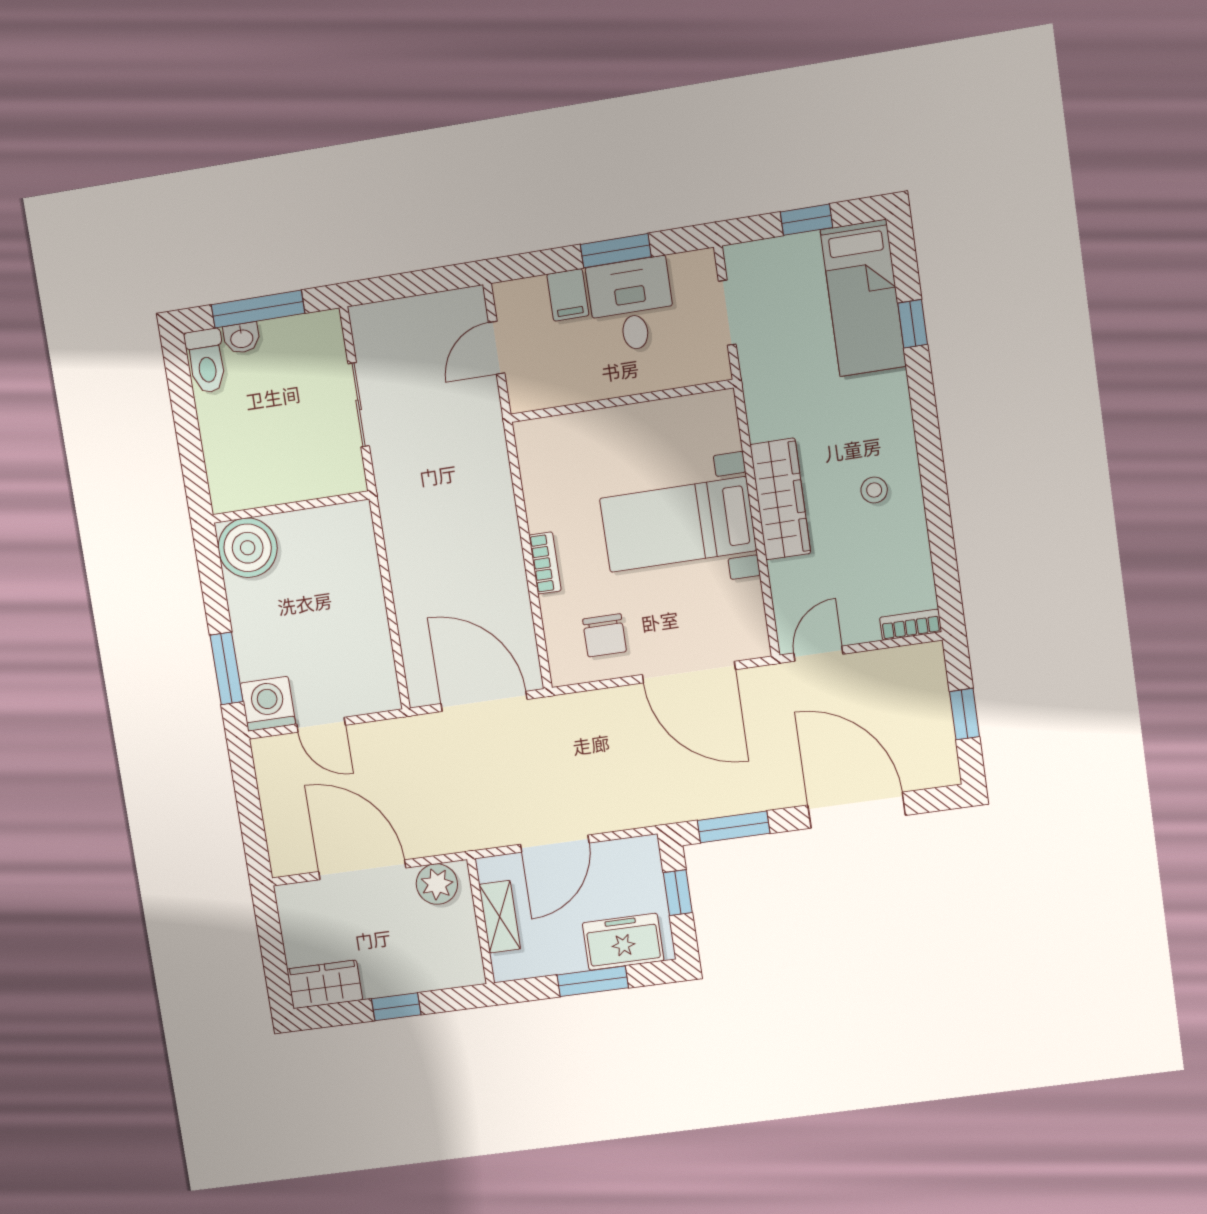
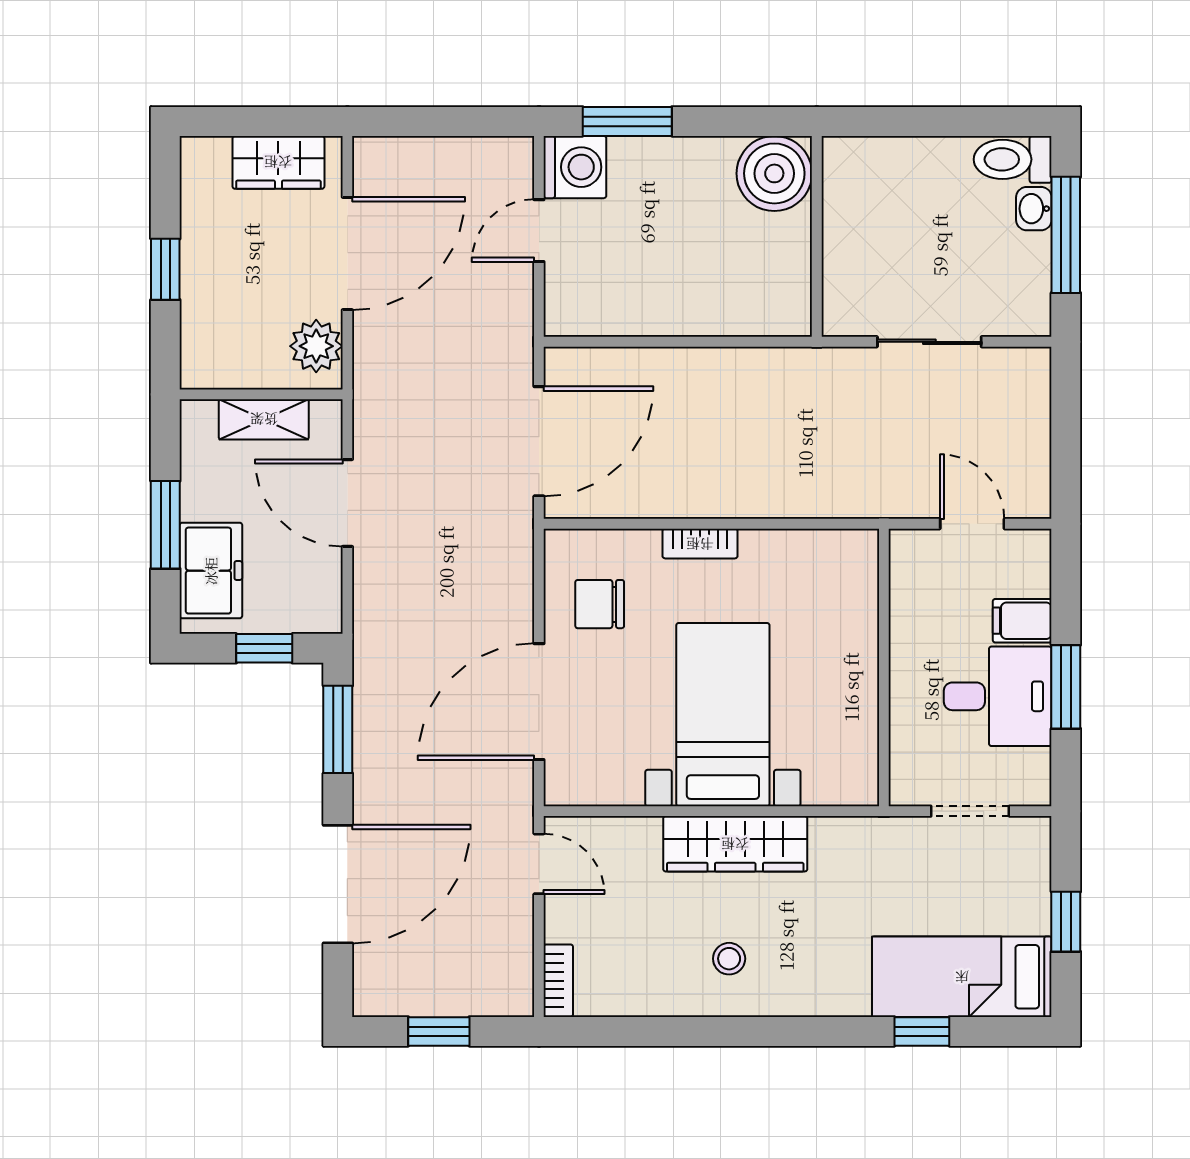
wardrobe: (325, 984) -> (278, 162), moved, turned 90

